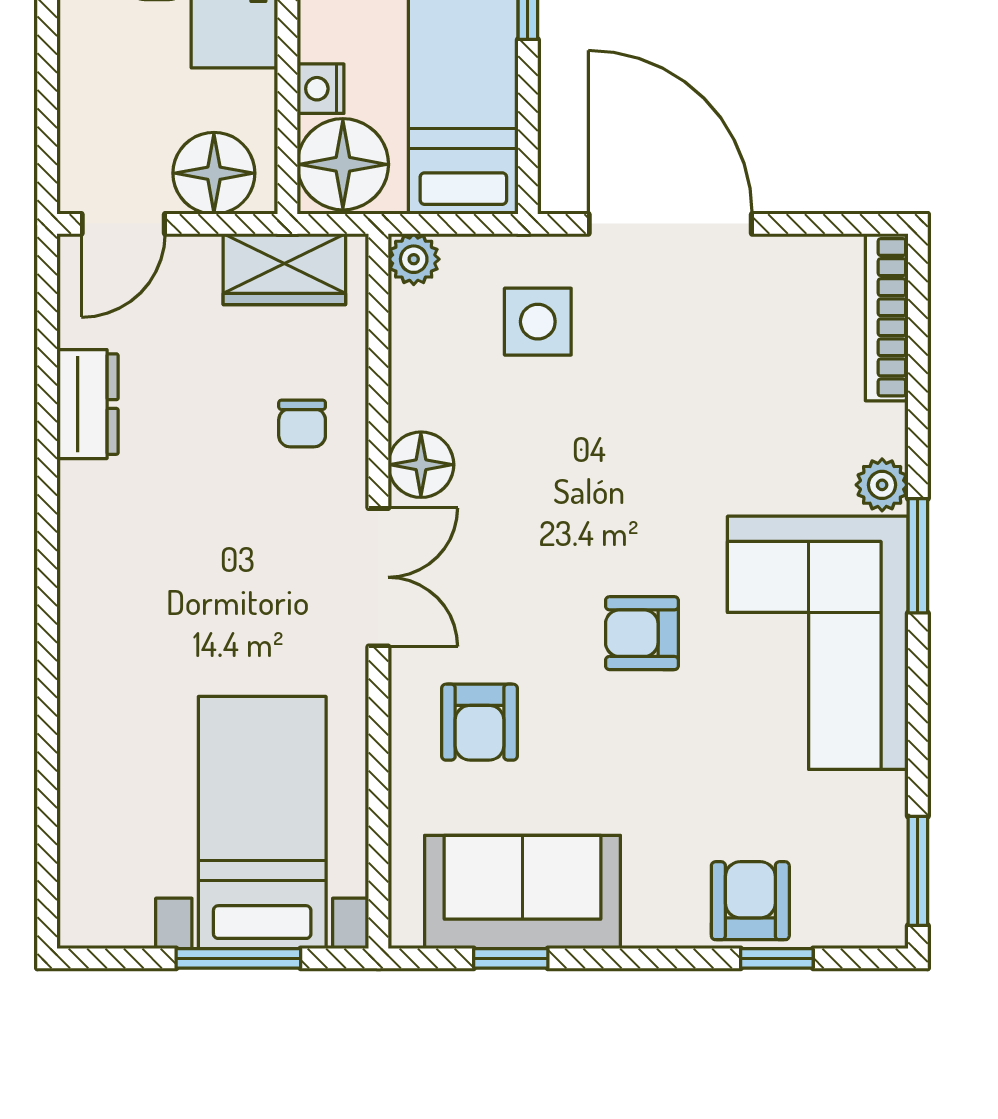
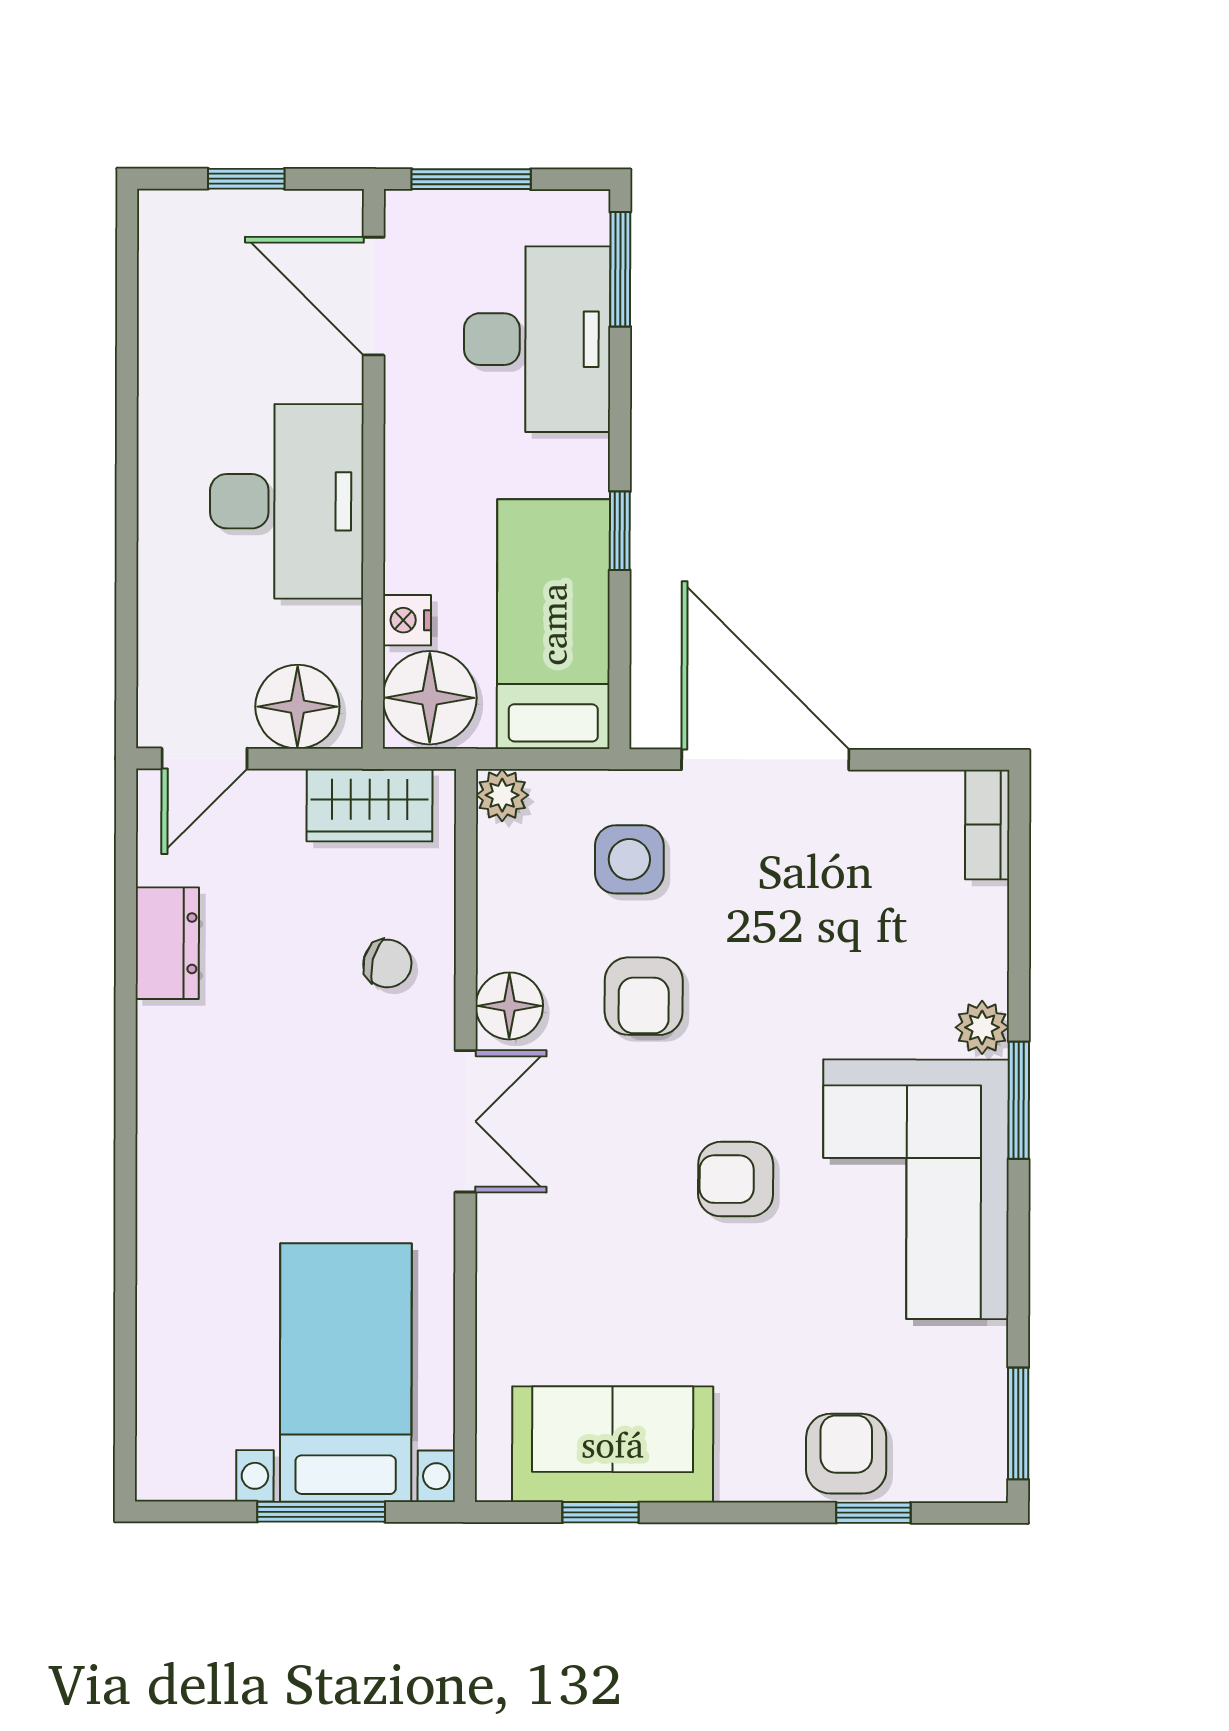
bookcase: (887, 317) -> (987, 825), width x0.64
chair: (302, 424) -> (387, 963), turned -75
armchair: (480, 722) -> (644, 996), moved

